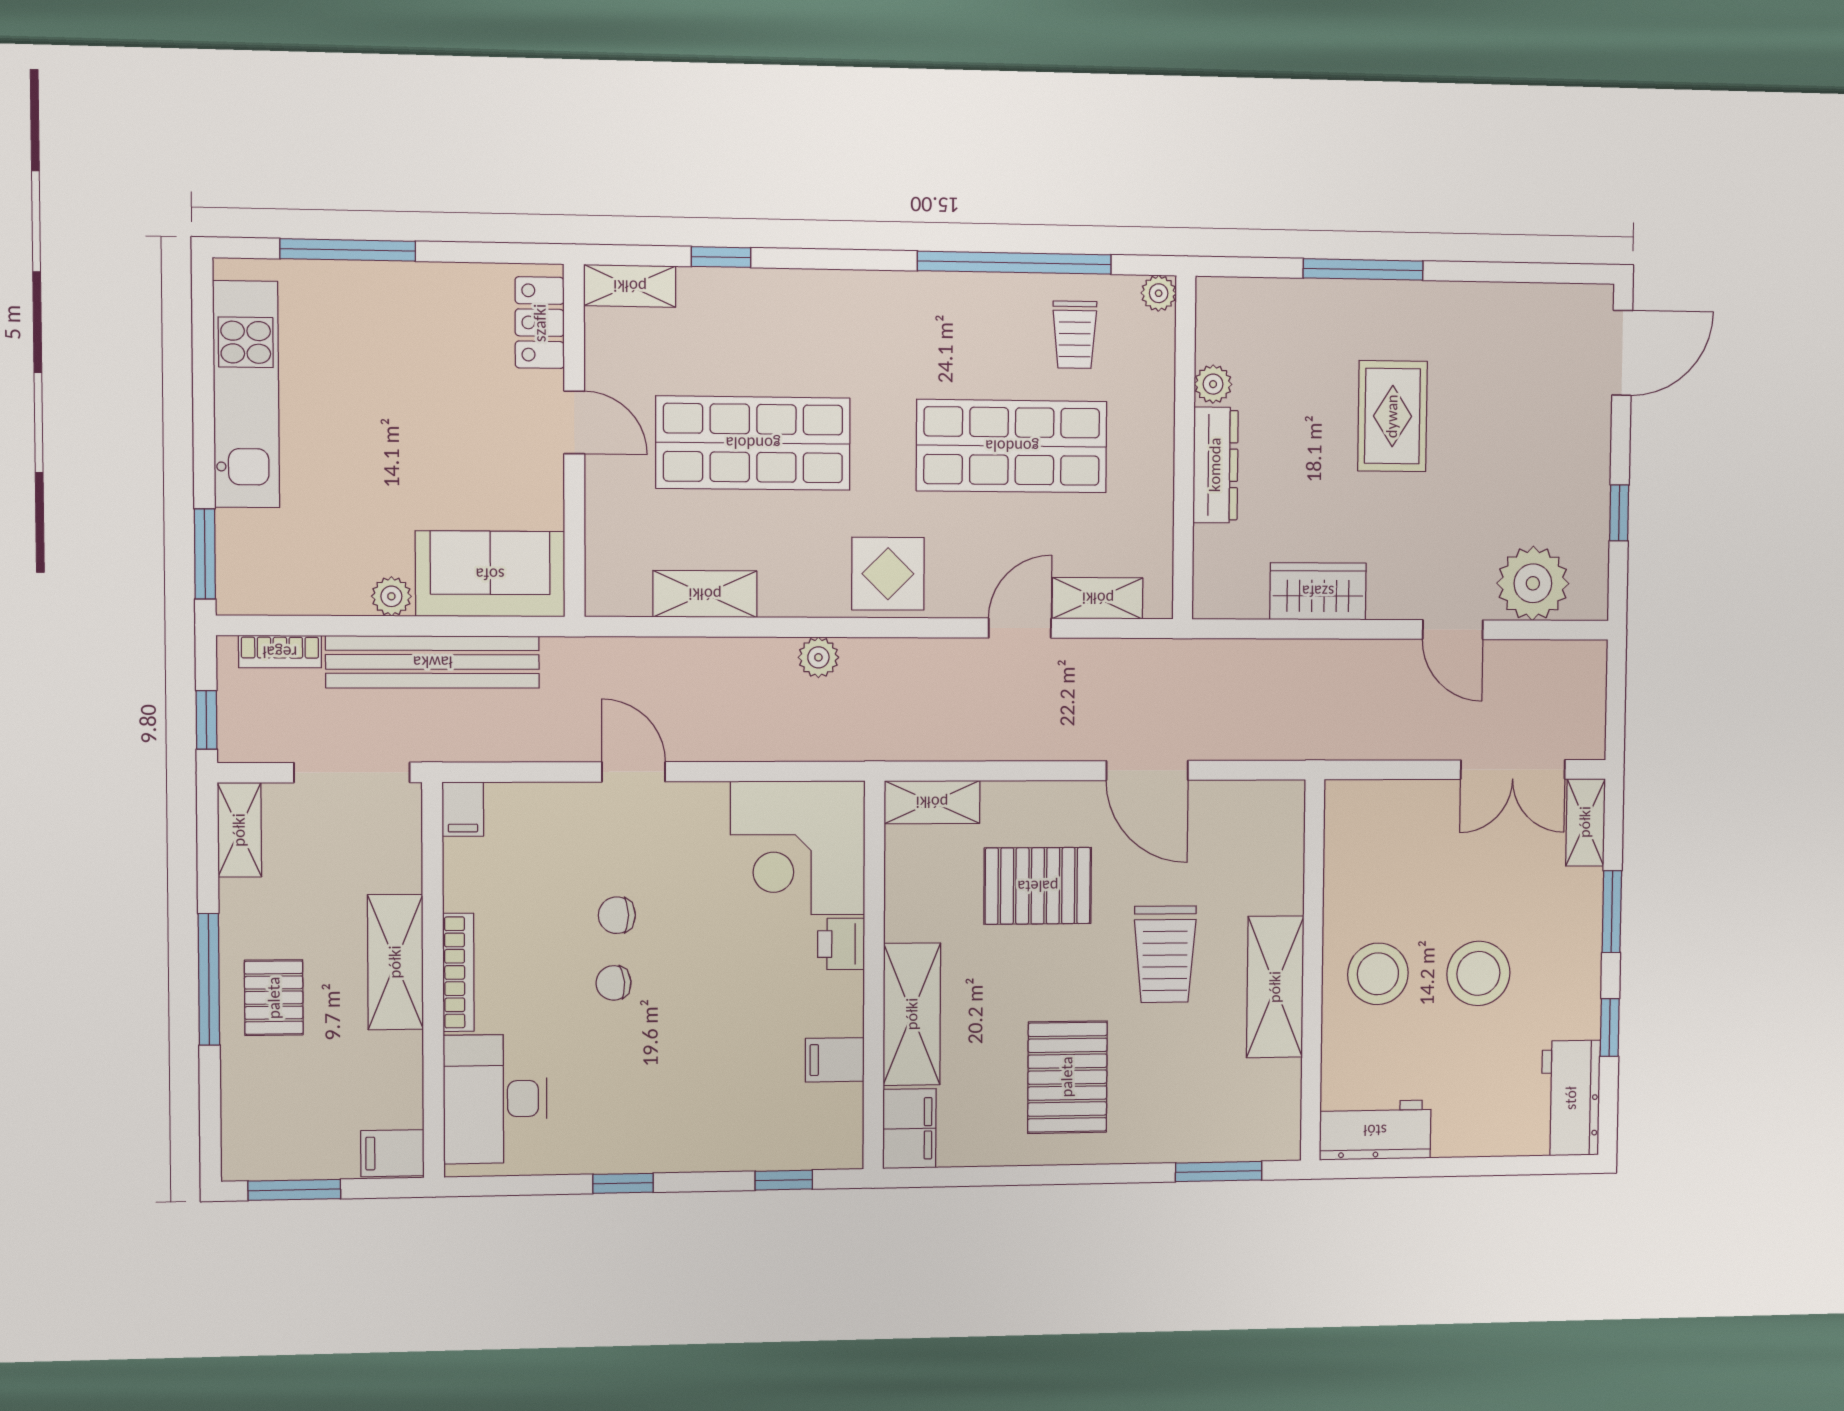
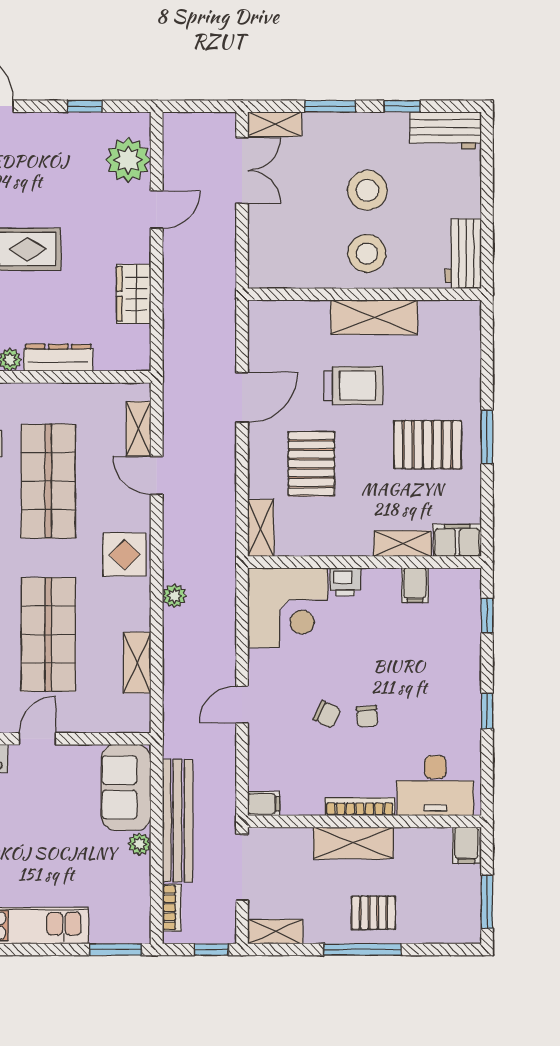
chair: (617, 915) -> (327, 714), turned -64
shelving: (912, 1014) -> (402, 544), width x0.67, depth x0.75
window: (1219, 1171) -> (487, 437), moved

